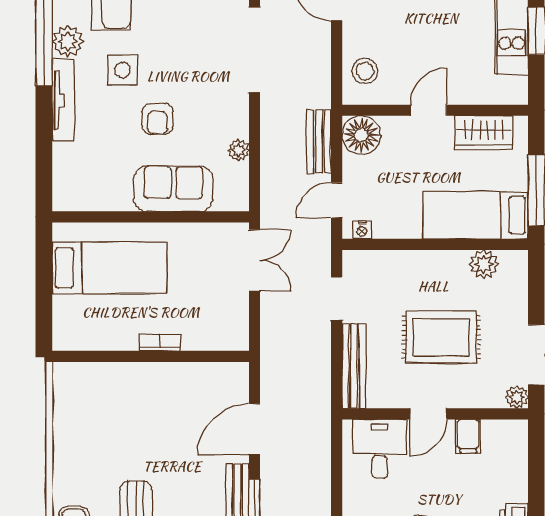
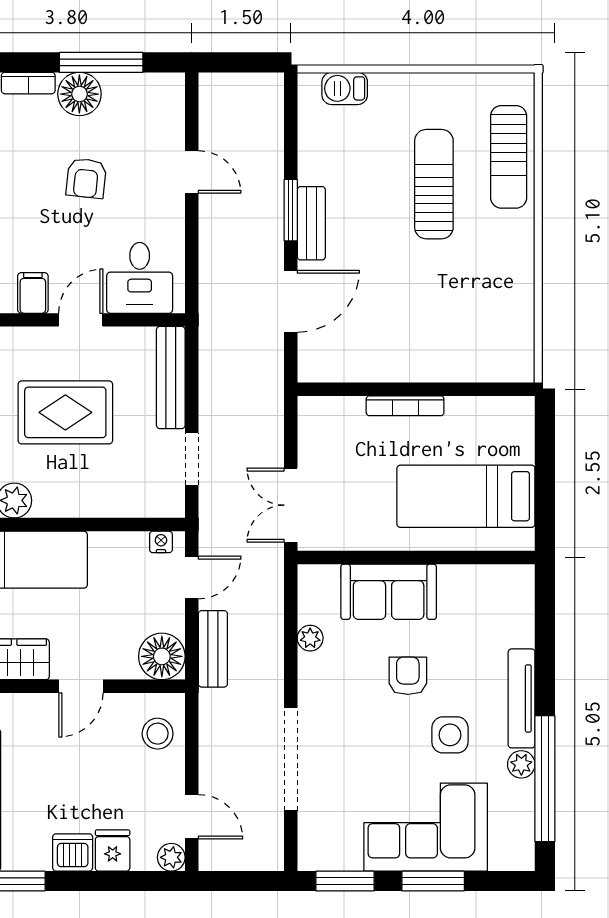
plant: (68, 41) -> (521, 764), width x0.73, depth x0.73
bookcase: (160, 343) -> (405, 406), width x1.56

